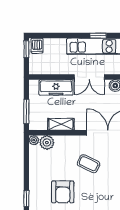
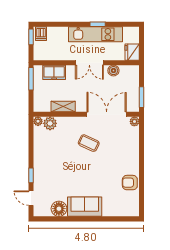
freezer: (56, 87) -> (54, 72), width x0.71
window: (26, 111) -> (31, 79), moved
armchair: (63, 192) -> (65, 169), removed

